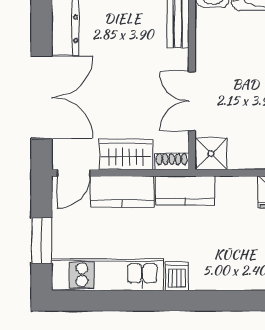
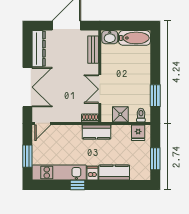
wardrobe: (126, 154) -> (68, 115), removed
shower: (211, 154) -> (120, 114), moved
kitchen counter: (122, 192) -> (114, 173), moved, turned 180
window: (146, 301) -> (77, 185), added

